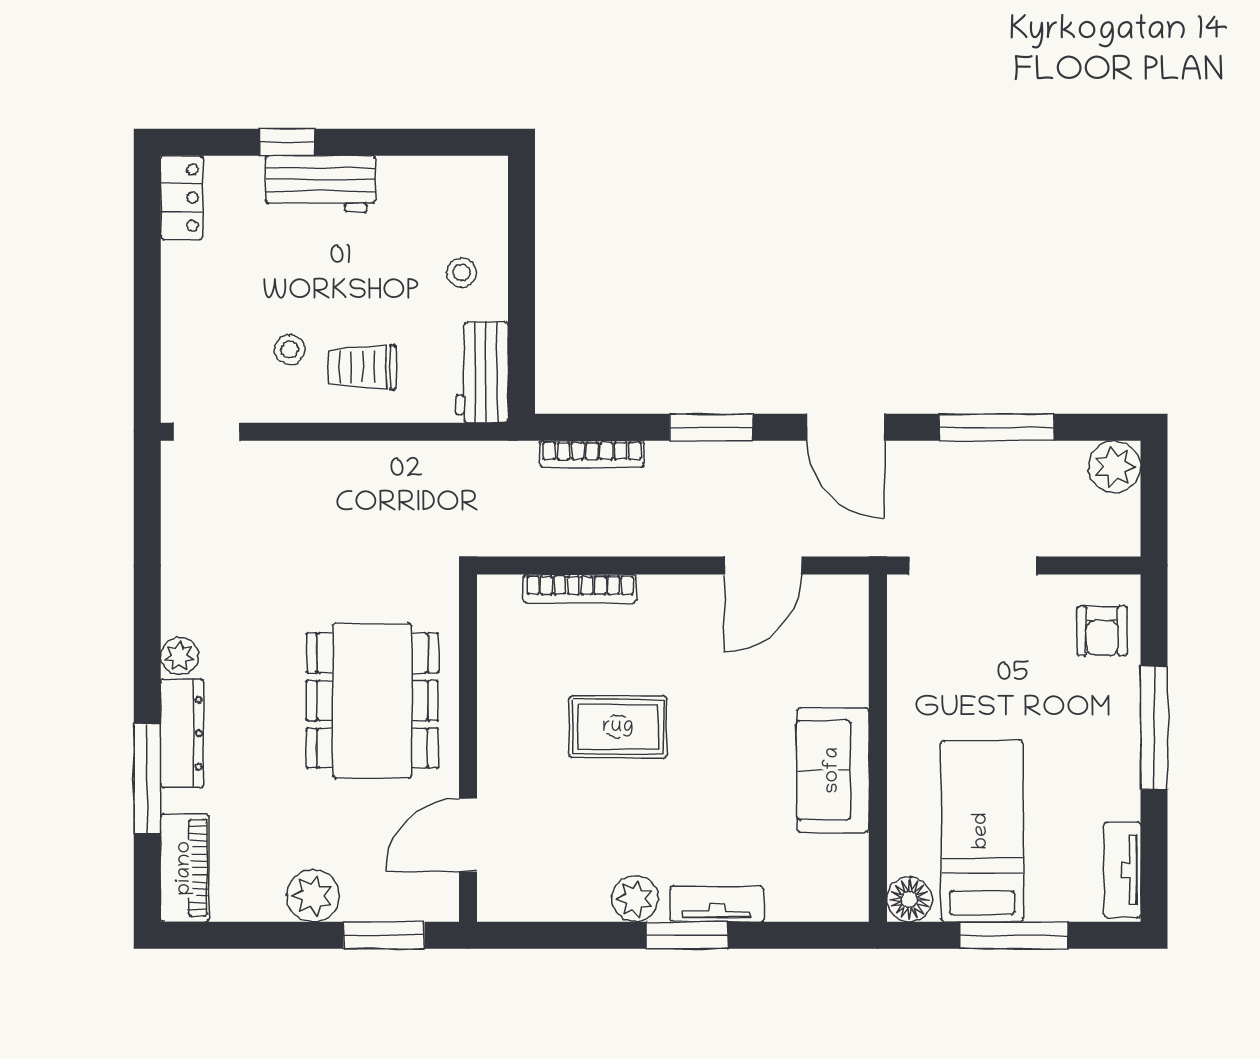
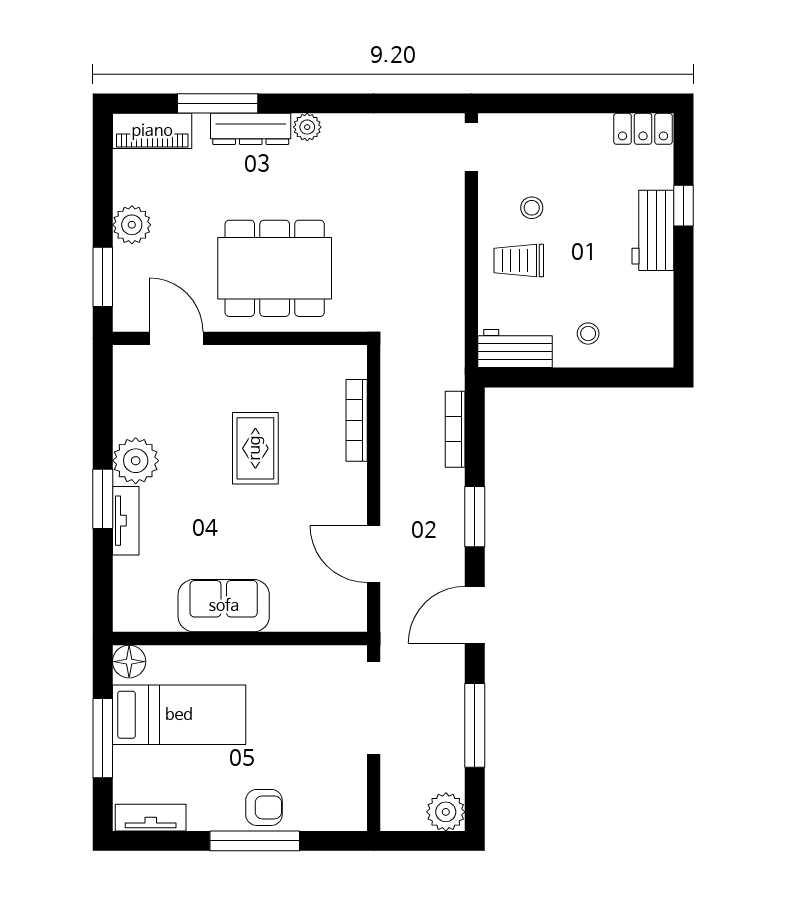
trolley: (362, 367) -> (519, 260), turned -90
armchair: (1102, 631) -> (264, 807), moved, turned 180
plant: (635, 899) -> (136, 461), width x1.36, depth x1.36

